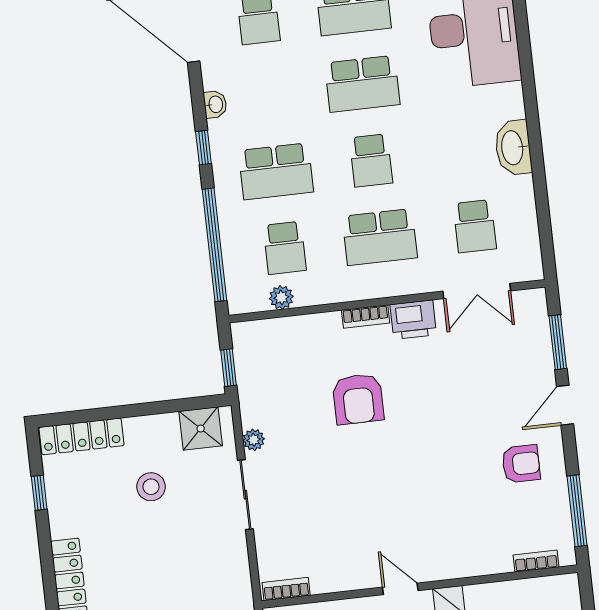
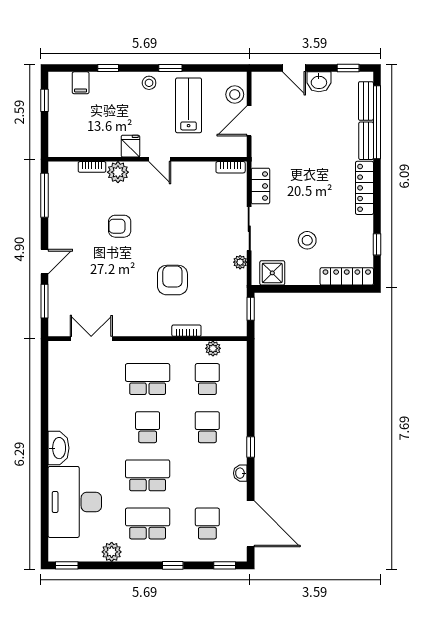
washbasin: (513, 148) -> (58, 448), moved
school desk: (276, 171) -> (207, 427), width x0.54
school desk: (475, 226) -> (88, 379), removed
window: (215, 245) -> (251, 386), removed
bookcase: (366, 317) -> (186, 331), moved
printer: (413, 320) -> (133, 325), removed
armchair: (521, 464) -> (120, 226), moved
plant: (464, 561) -> (118, 172), added
bookcase: (536, 561) -> (92, 167), moved
locker: (235, 565) -> (260, 186), added

